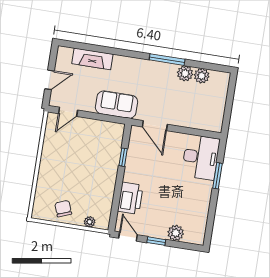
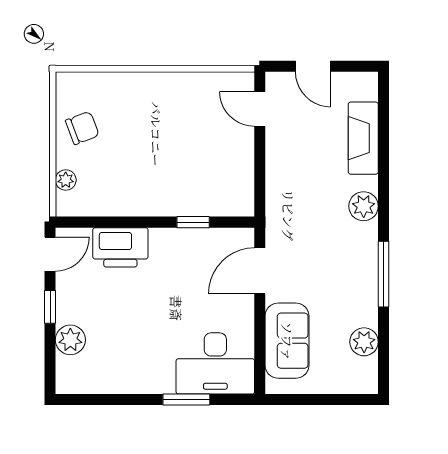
plant: (185, 73) -> (364, 206), moved
sofa: (117, 105) -> (287, 341), moved

